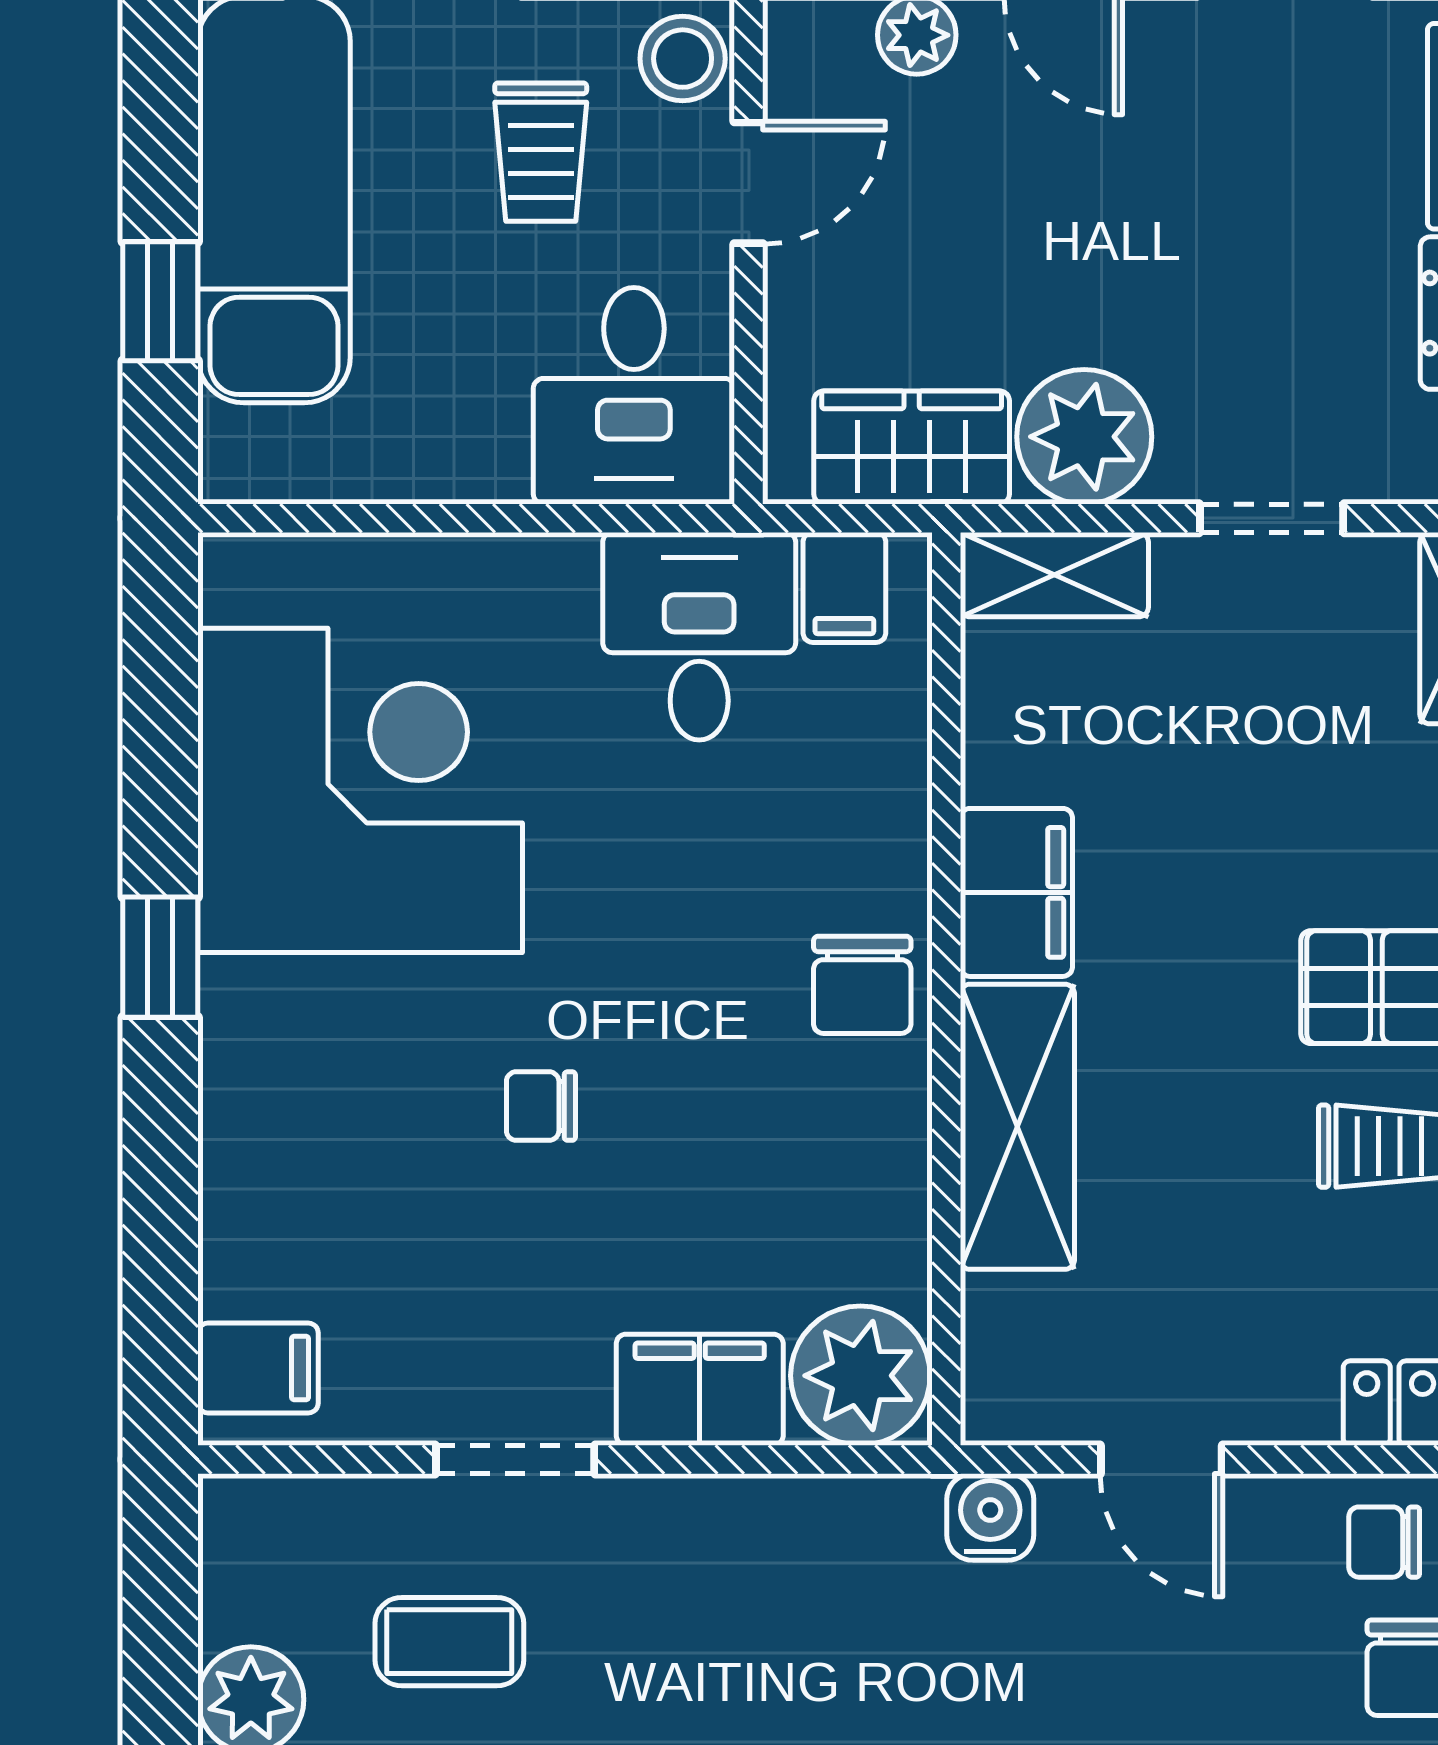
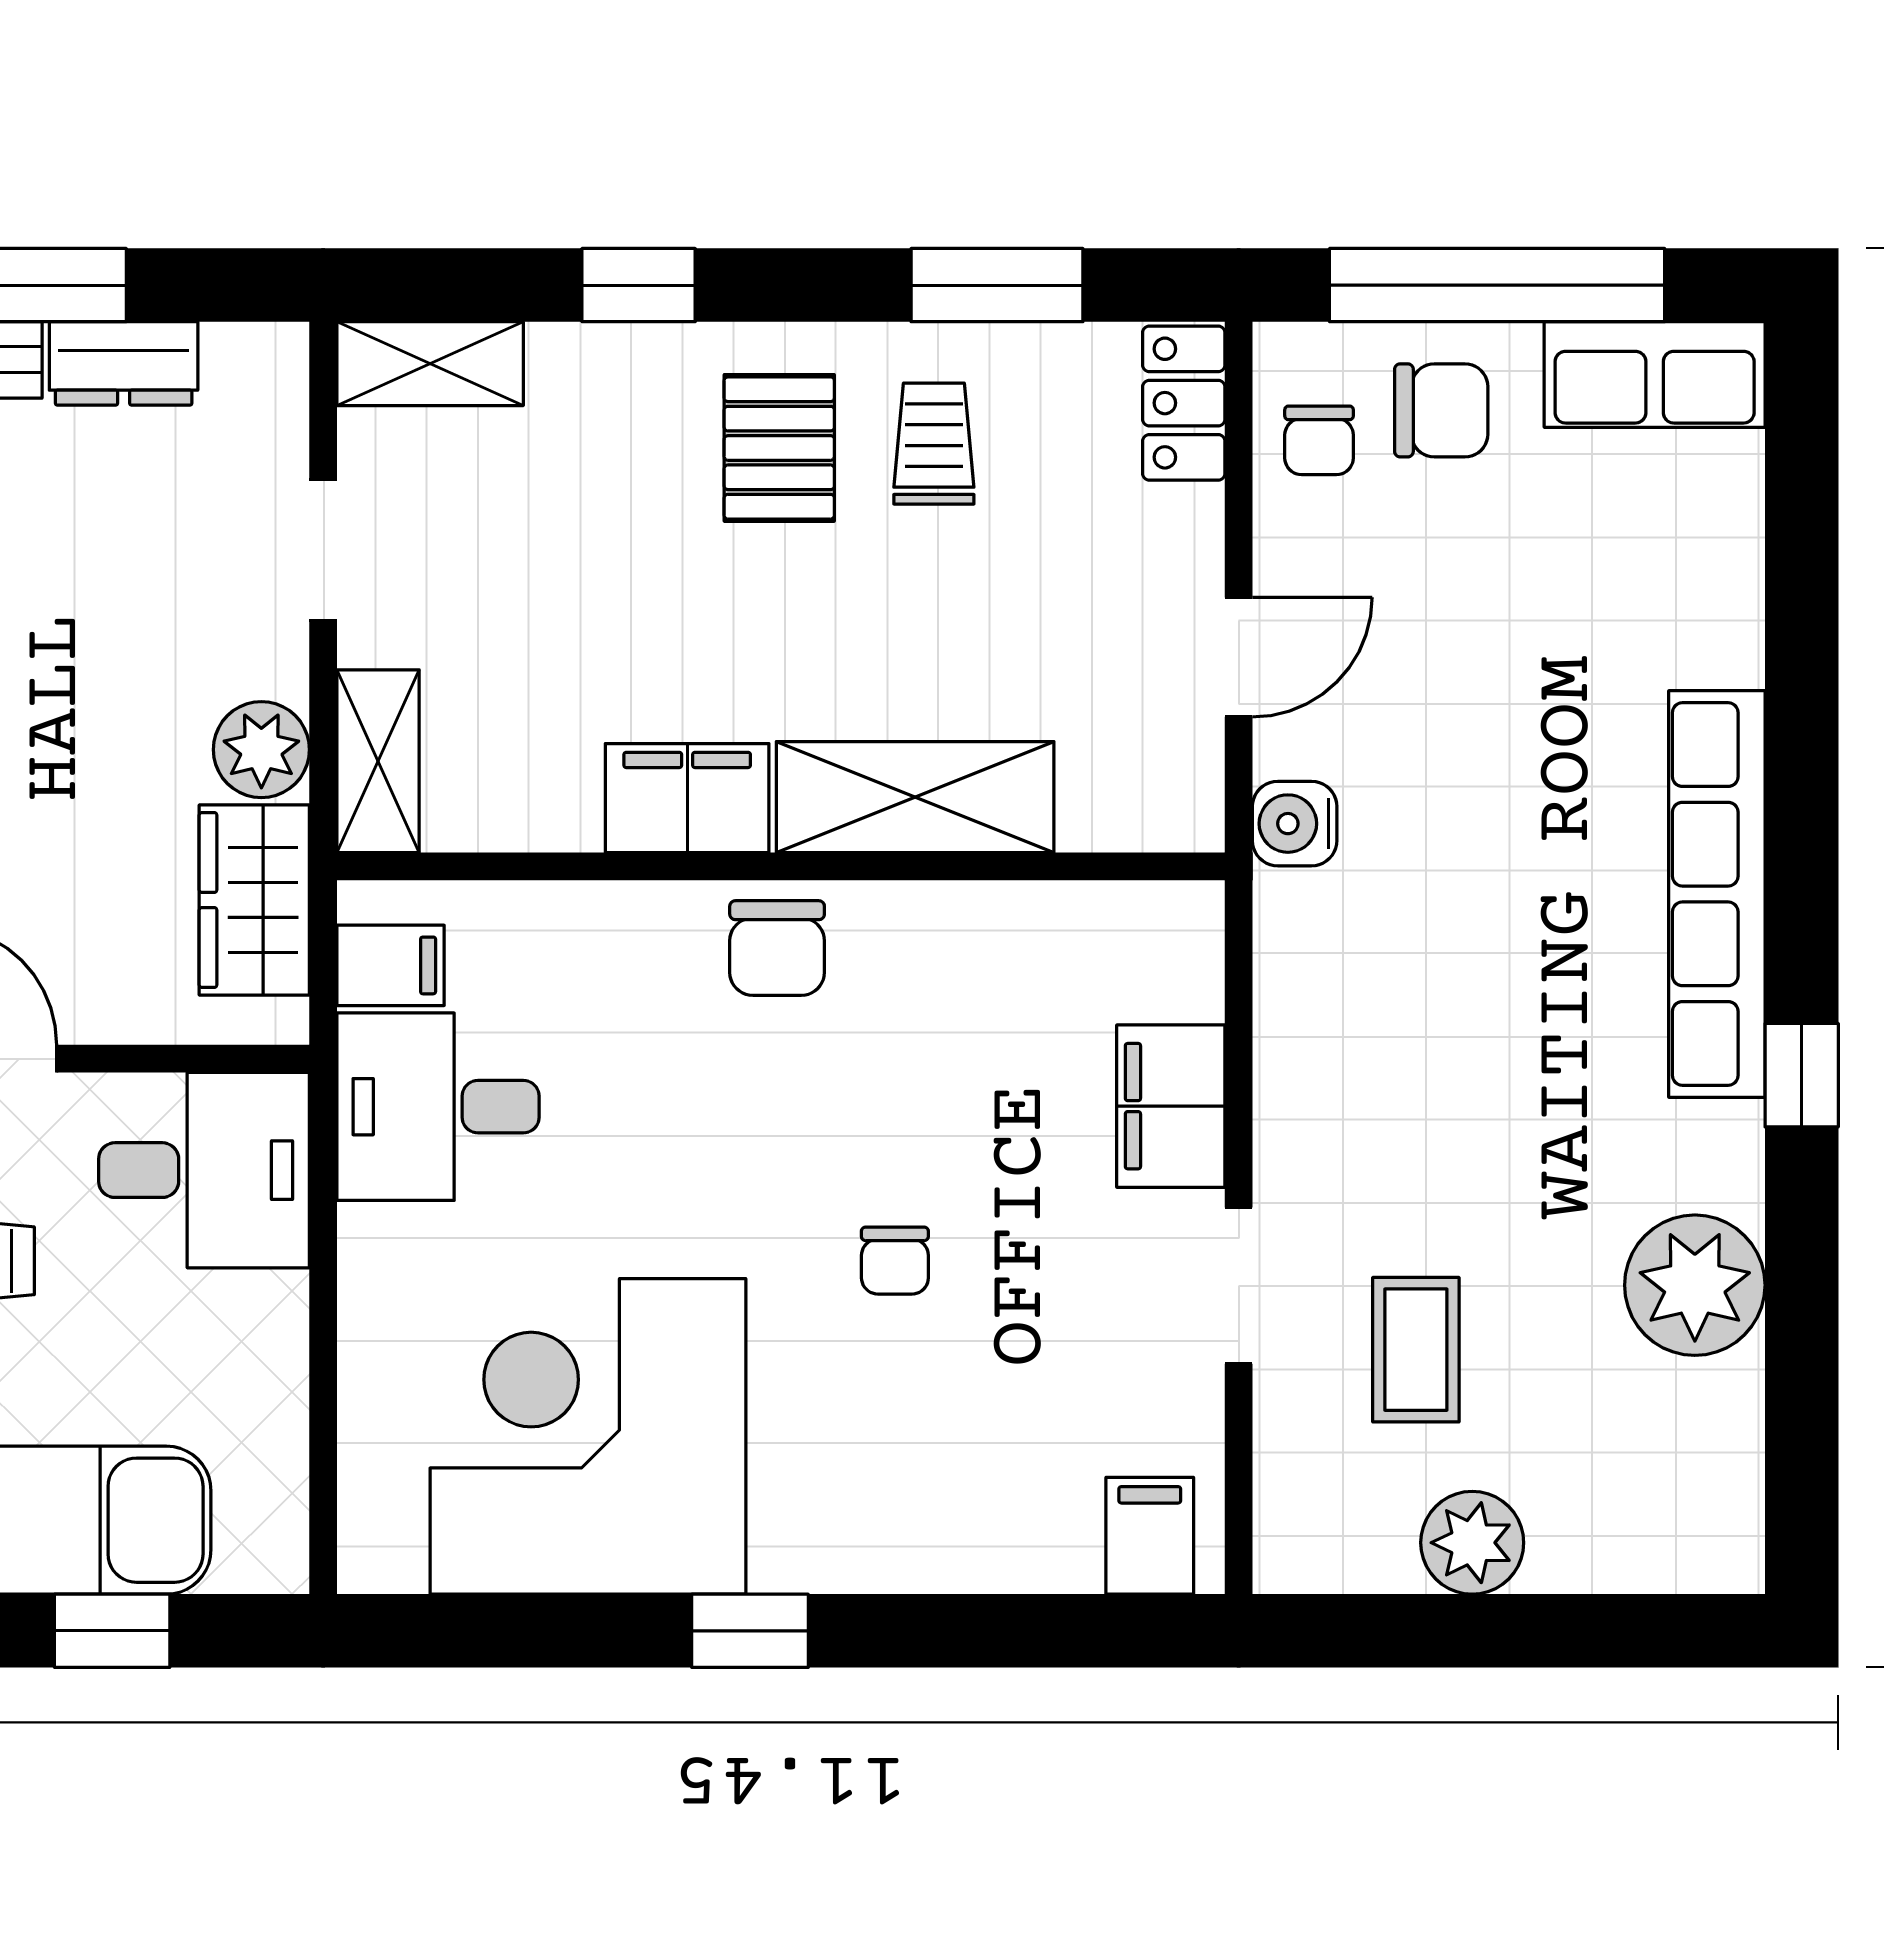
plant: (1084, 437) -> (261, 750), width x0.73, depth x0.73
chair: (862, 985) -> (777, 948), turned 90
plant: (860, 1376) -> (1157, 950), removed

